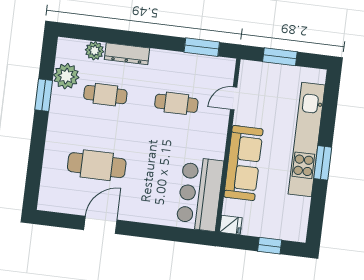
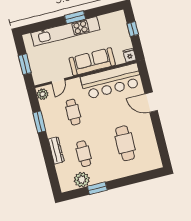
window: (202, 47) -> (39, 122), moved
plant: (95, 51) -> (43, 94), moved
door: (234, 98) -> (58, 81), hinge flipped
bar counter: (200, 194) -> (111, 81), width x1.36
door: (100, 225) -> (151, 102), moved

